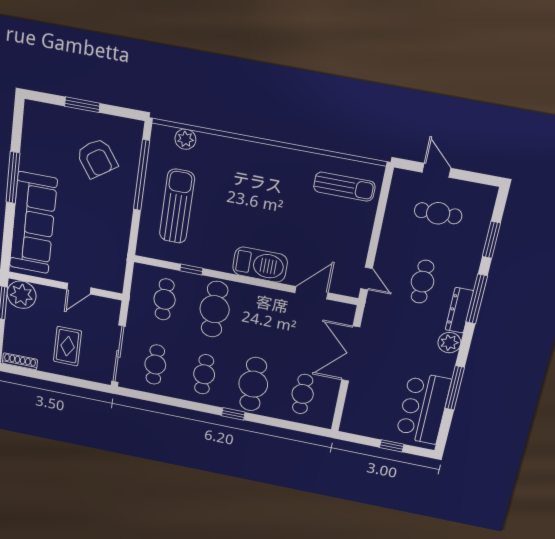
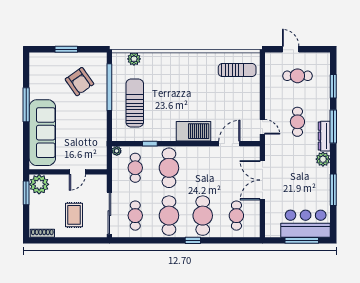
plant: (140, 270) -> (117, 151), added
cafe table: (204, 374) -> (169, 216), width x1.37, depth x1.35
bar counter: (423, 408) -> (306, 224), moved, turned 90
window: (392, 446) -> (302, 240), width x2.17

